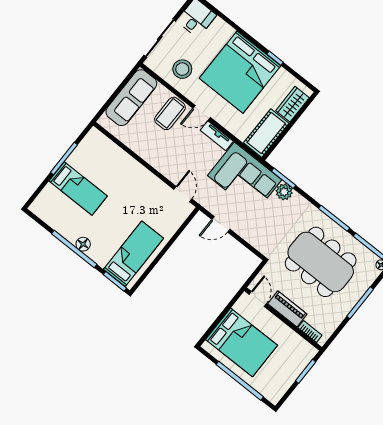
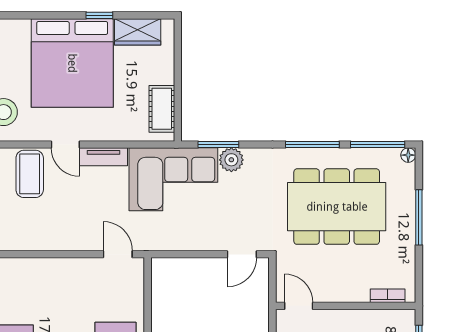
wardrobe: (292, 104) -> (138, 32), moved, turned -90
door: (202, 113) -> (65, 145), hinge flipped
cot: (266, 133) -> (162, 109), width x0.73, depth x0.75
door: (221, 224) -> (242, 254), moved
piano: (287, 309) -> (341, 290), removed

